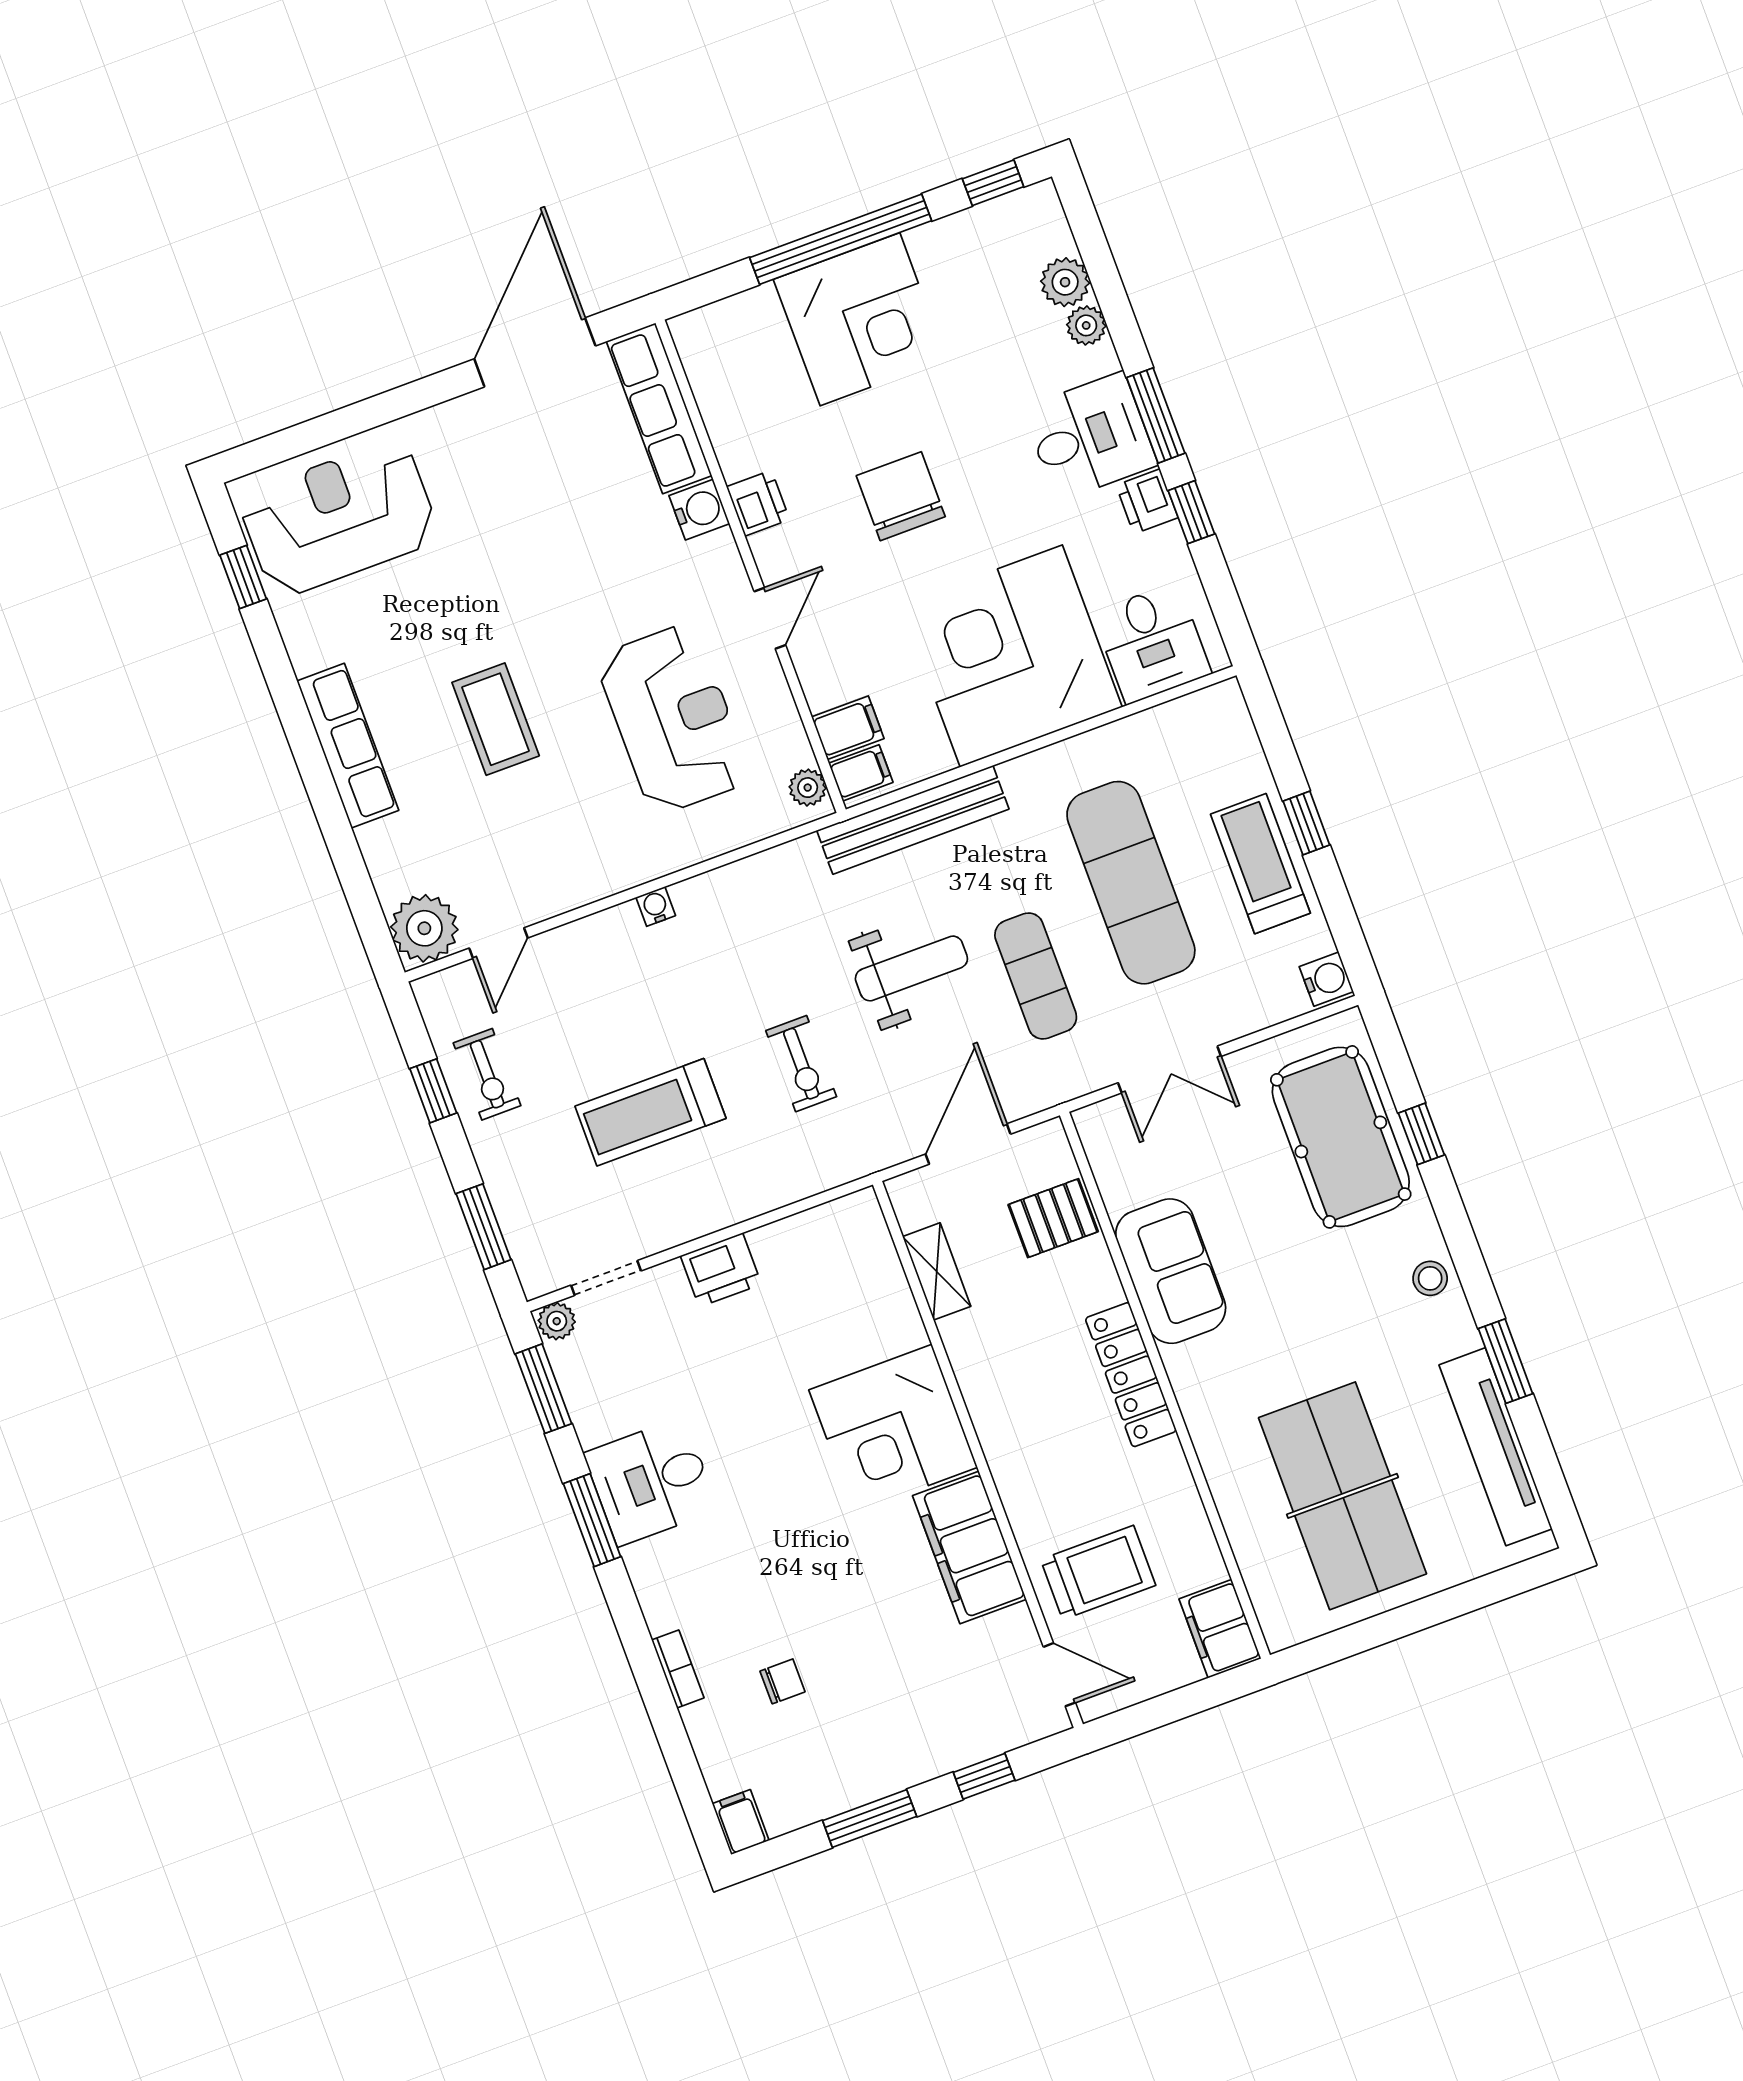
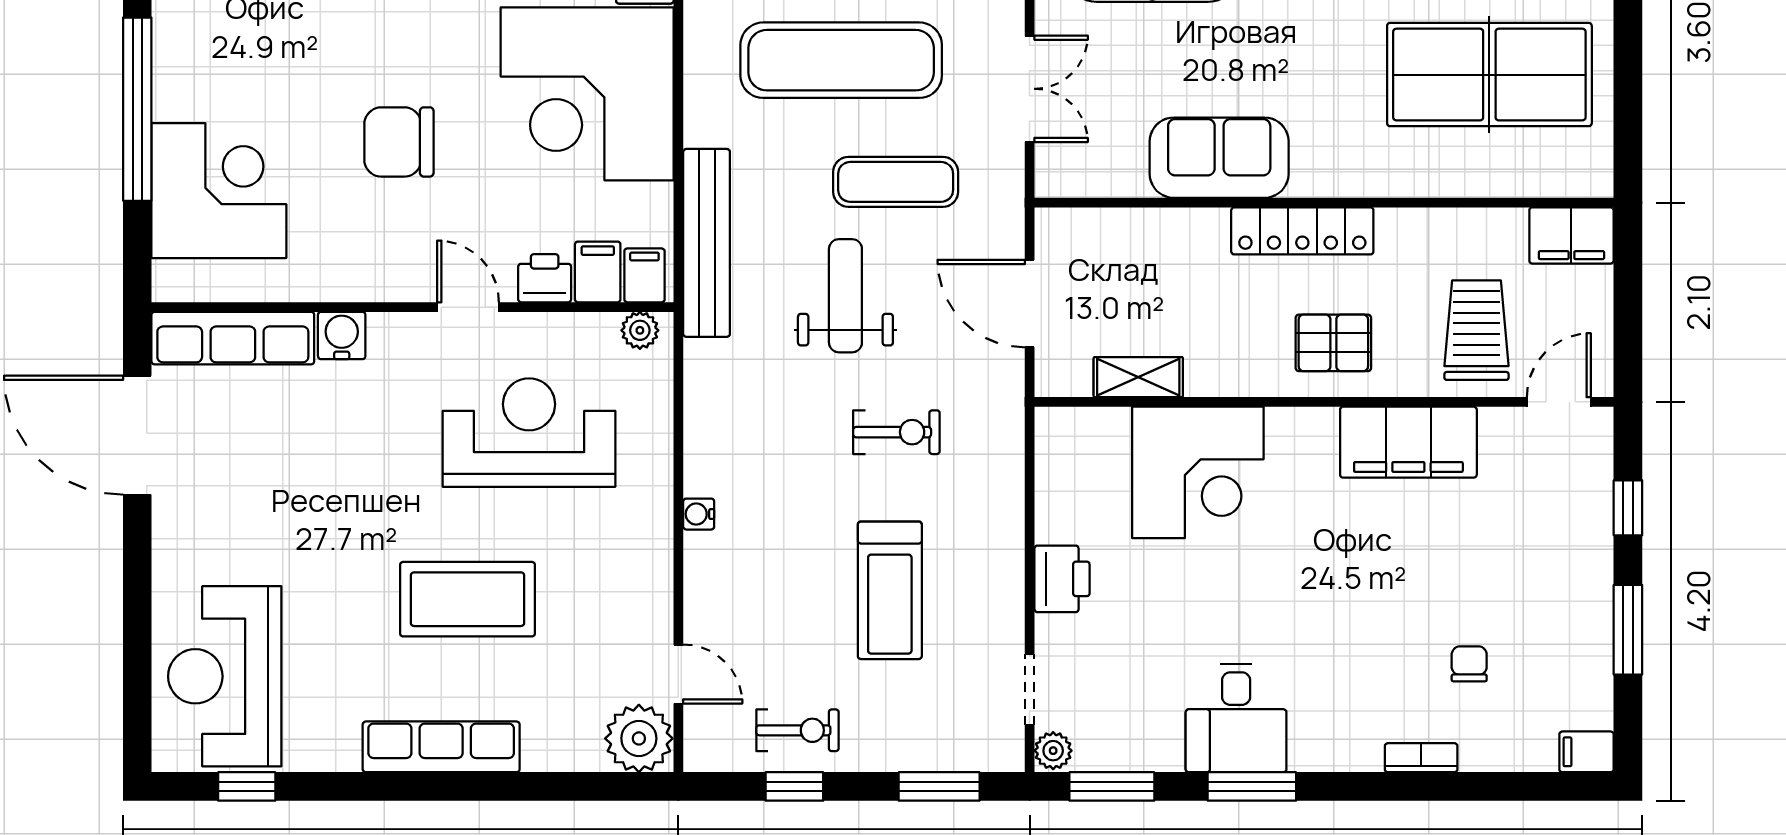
corner desk: (860, 319) -> (219, 191), moved
printer: (758, 503) -> (545, 278), moved
coffee table: (496, 719) -> (468, 599), width x1.36, depth x1.32
pallet: (1053, 1218) -> (1333, 343), moved, turned 90
corner desk: (893, 1429) -> (1198, 472), moved

